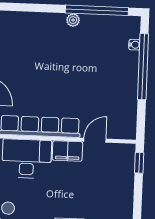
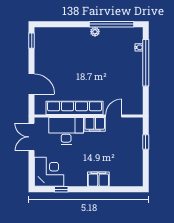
window: (139, 163) -> (146, 142), moved

